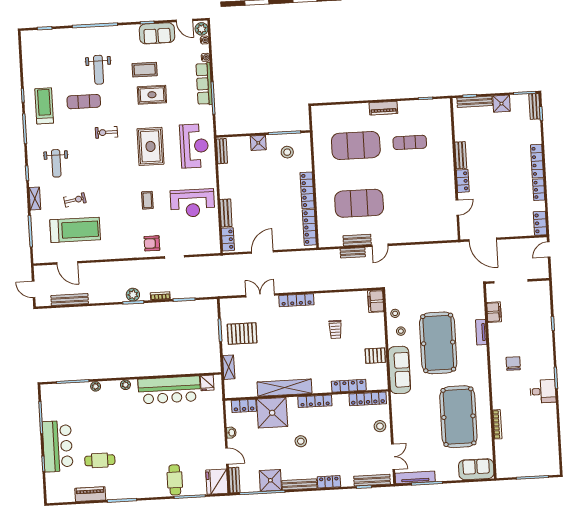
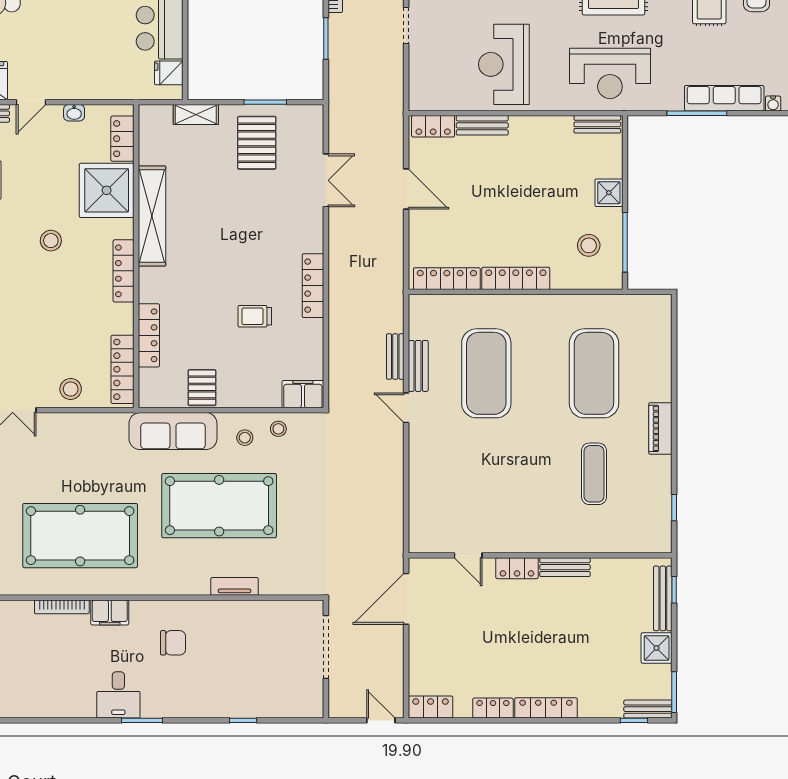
locker: (296, 300) -> (313, 286), moved
filing cabinet: (494, 312) -> (110, 612), moved

